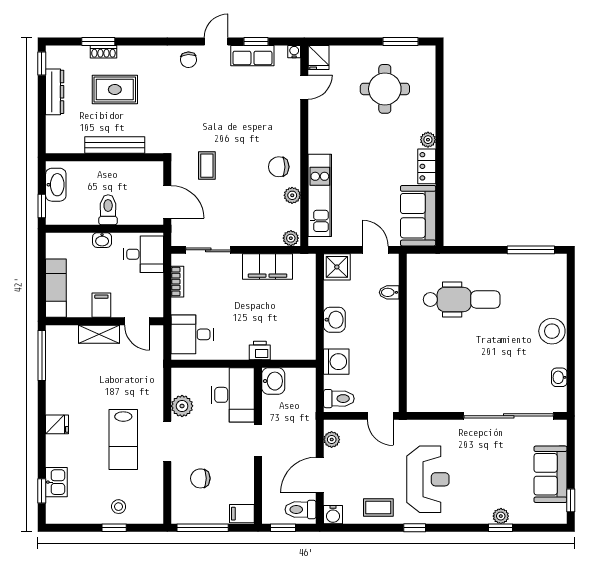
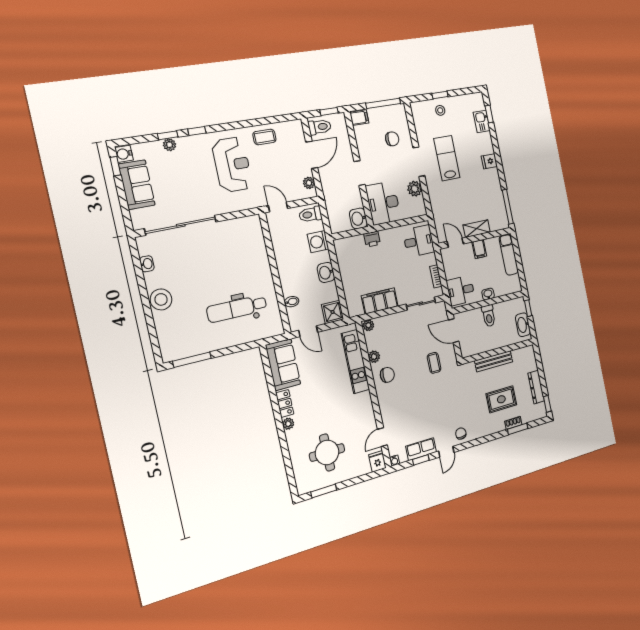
reception desk: (428, 479) -> (232, 165), turned 180
water cooler: (333, 515) -> (124, 154), moved, turned -90
window: (415, 528) -> (197, 131), moved

